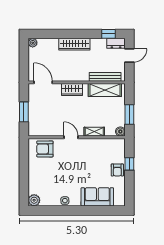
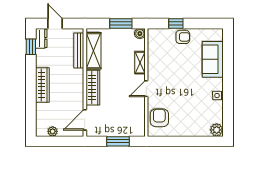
plant: (33, 43) -> (53, 131), moved
wardrobe: (72, 89) -> (93, 88), width x1.50
armchair: (45, 149) -> (159, 118), turned 180

